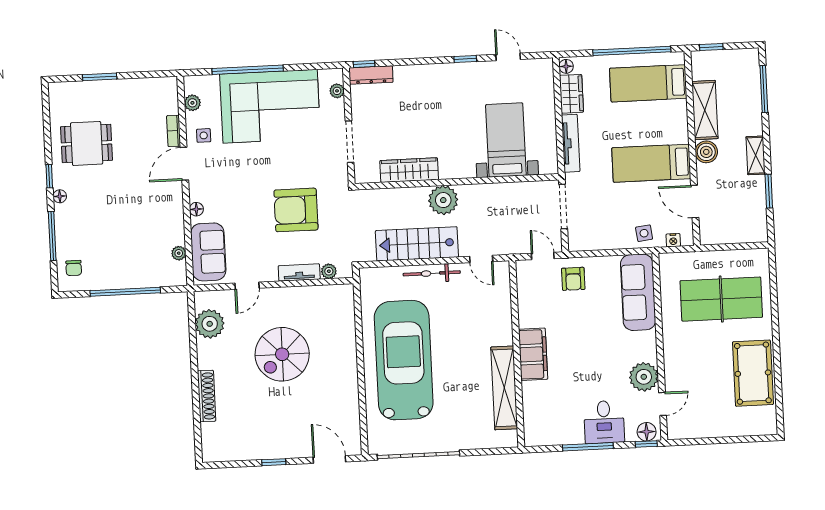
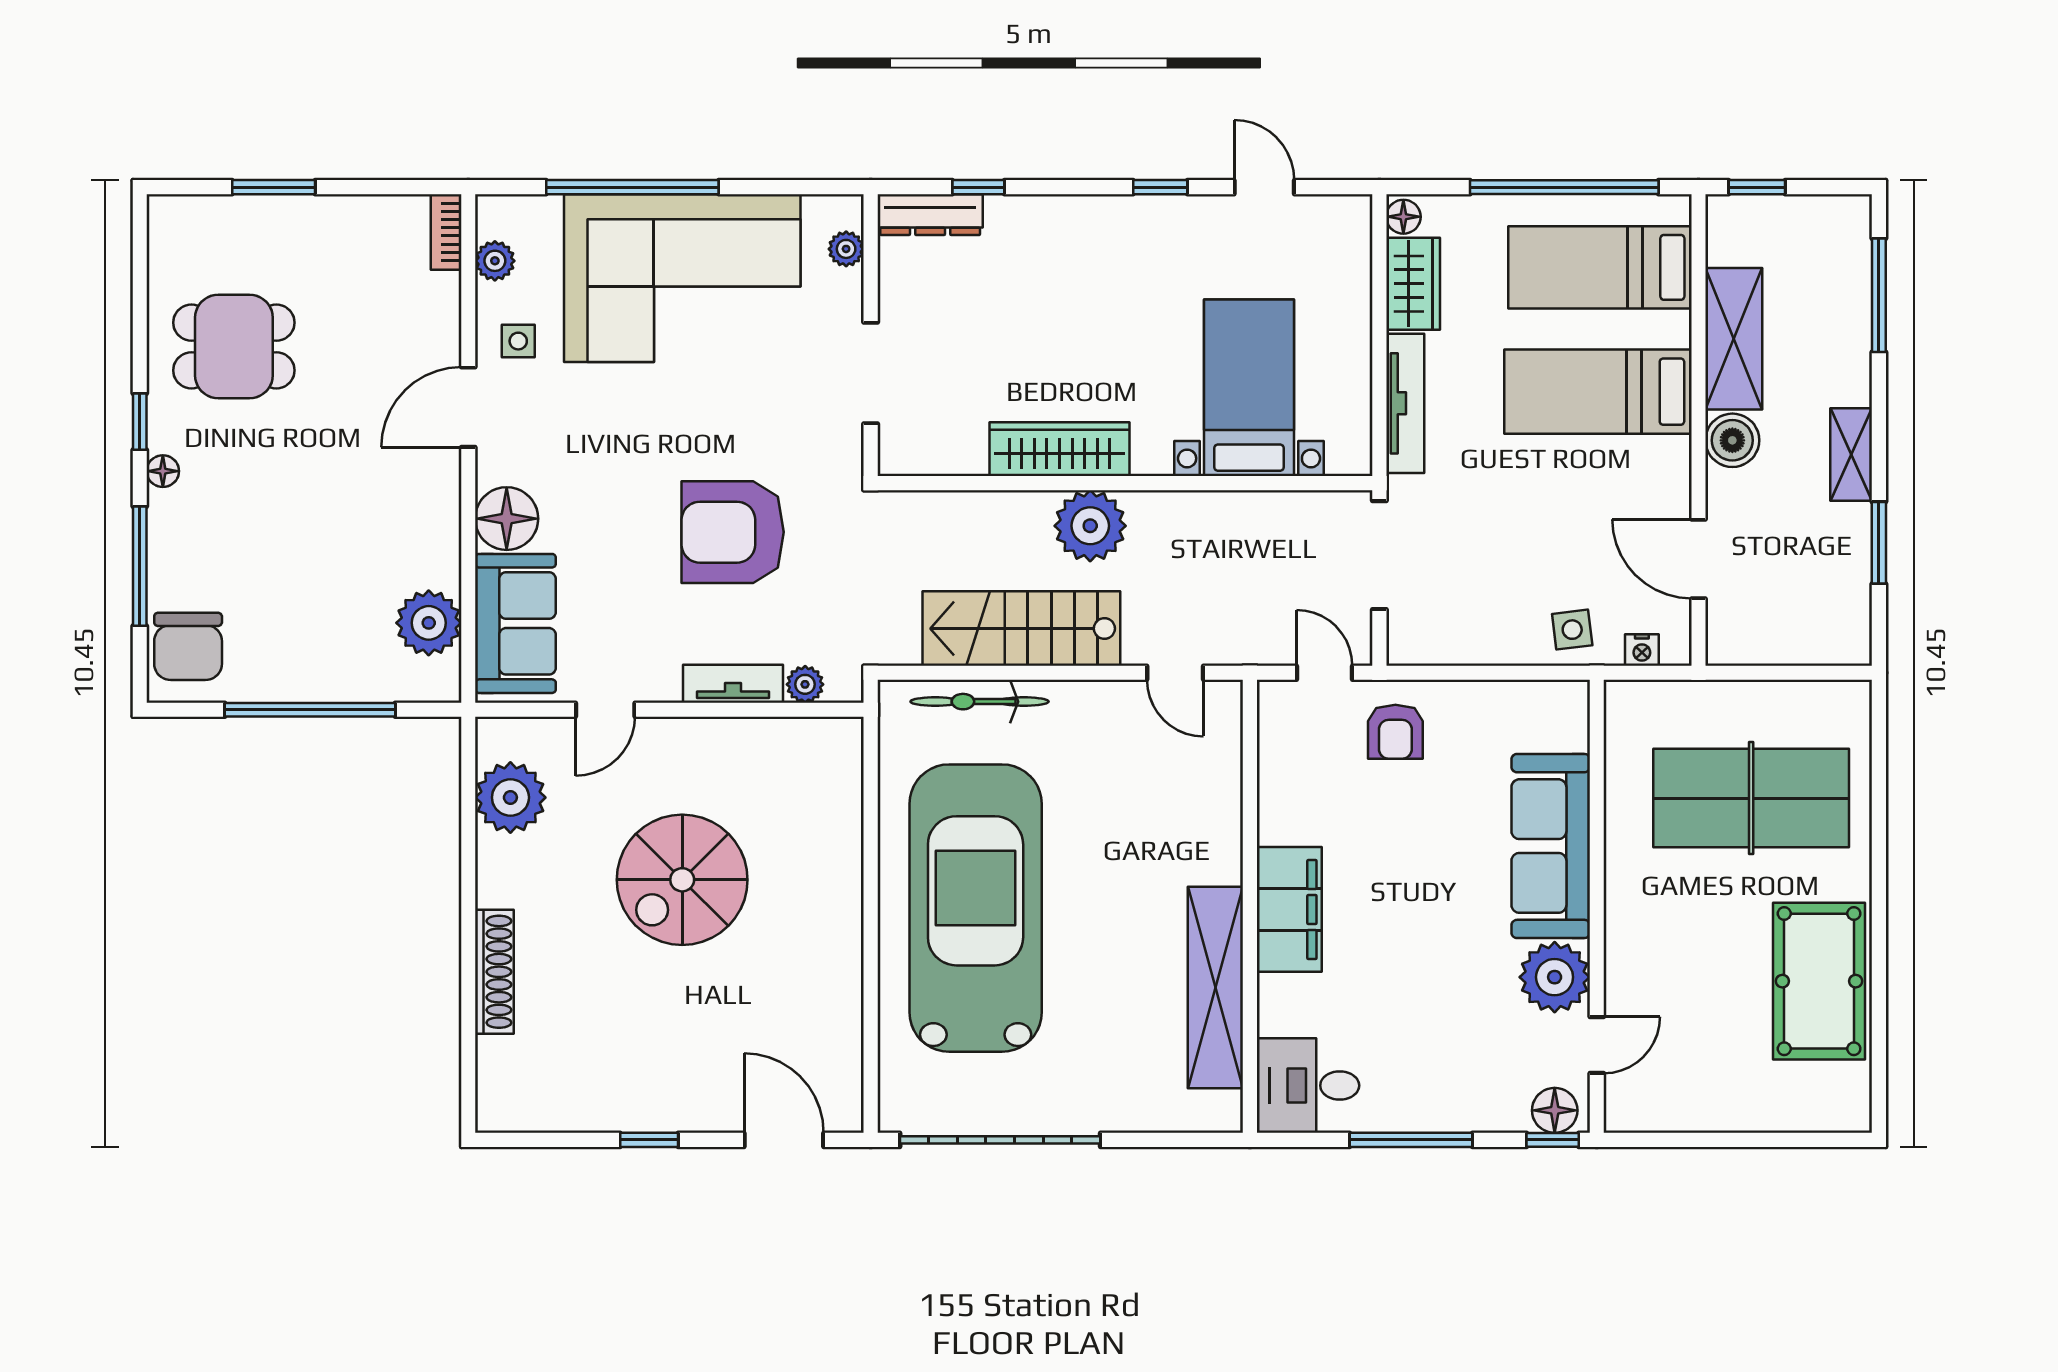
window: (364, 64) -> (978, 187), moved
bookcase: (174, 131) -> (446, 232), moved
bed: (651, 163) -> (1598, 392), moved
wardrobe: (409, 170) -> (1060, 449), moved
floor lamp: (196, 209) -> (507, 519), width x1.89, depth x1.89
plant: (179, 253) -> (429, 623), width x1.87, depth x1.87
chair: (74, 268) -> (188, 646), width x1.87, depth x1.87
bicycle: (432, 273) -> (980, 702), moved
sofa: (638, 292) -> (1551, 846), moved
desk: (604, 422) -> (1308, 1086), moved, turned 90

